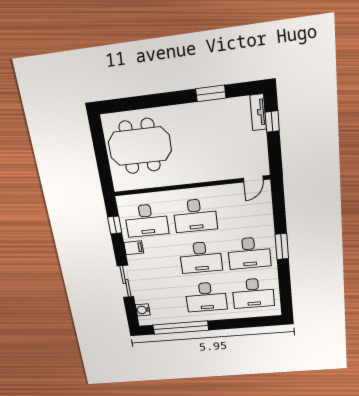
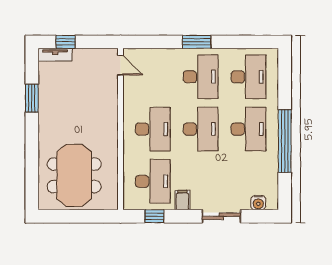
window: (181, 328) -> (285, 141), moved

